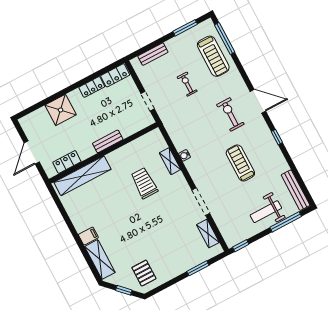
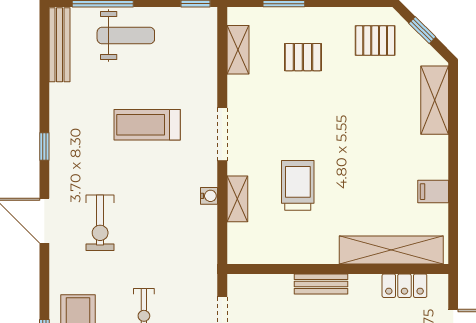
treadmill: (240, 163) -> (147, 125), moved, turned 90
trolley: (144, 183) -> (298, 185), turned 180
doorway: (201, 202) -> (222, 134), moved
filing cabinet: (88, 236) -> (433, 192), moved
pallet: (175, 247) -> (303, 57), added
pallet: (144, 273) -> (375, 41), turned 90

